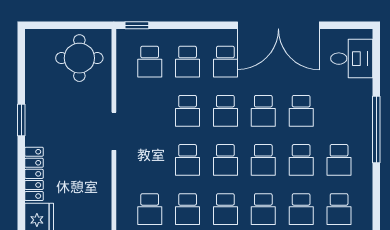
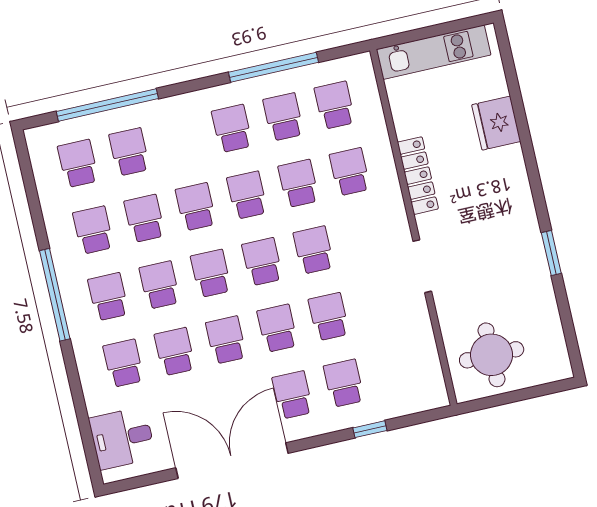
window: (137, 25) -> (370, 429), moved
school desk: (150, 62) -> (123, 363), moved
window: (376, 130) -> (55, 295), moved
locker: (34, 174) -> (418, 176), moved, turned 180

